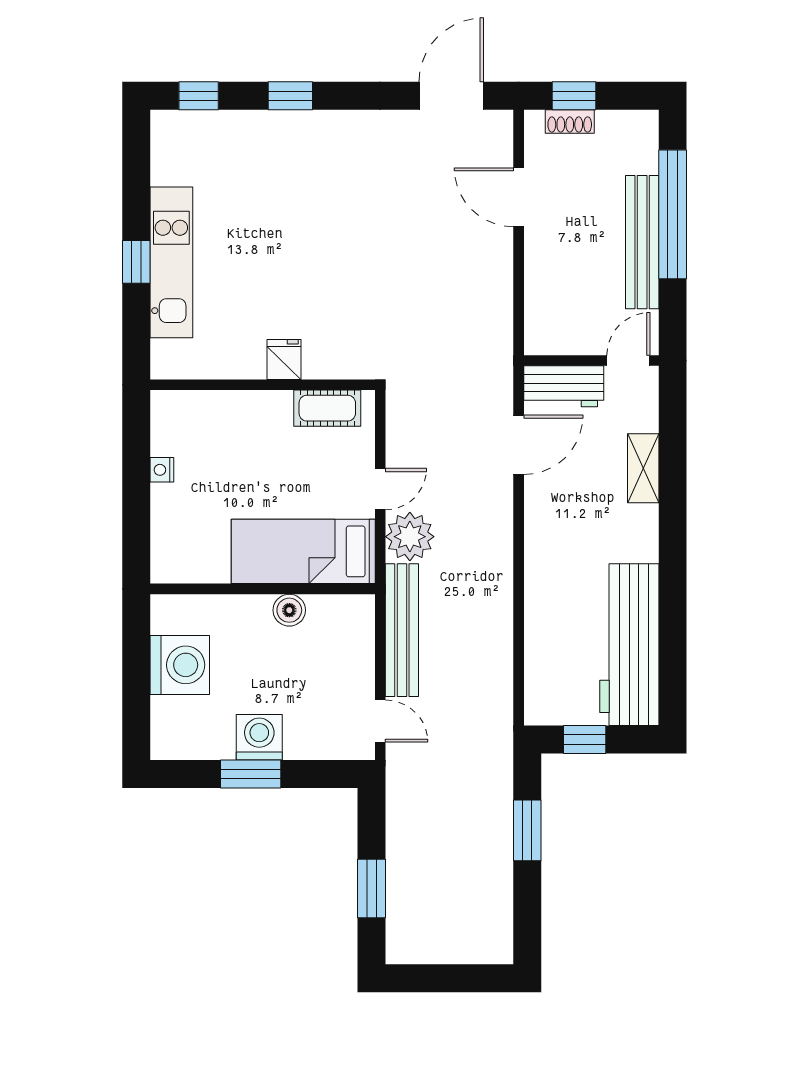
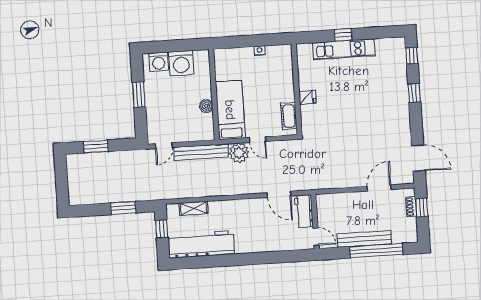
shelving: (643, 468) -> (194, 208), moved
washing machine: (259, 737) -> (159, 62), moved, turned 90

